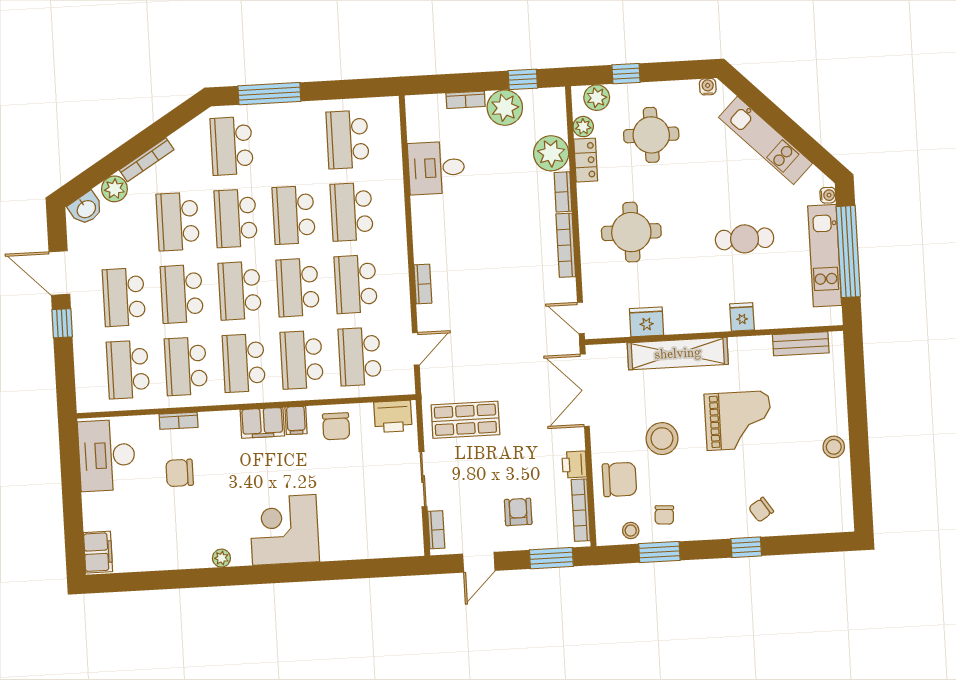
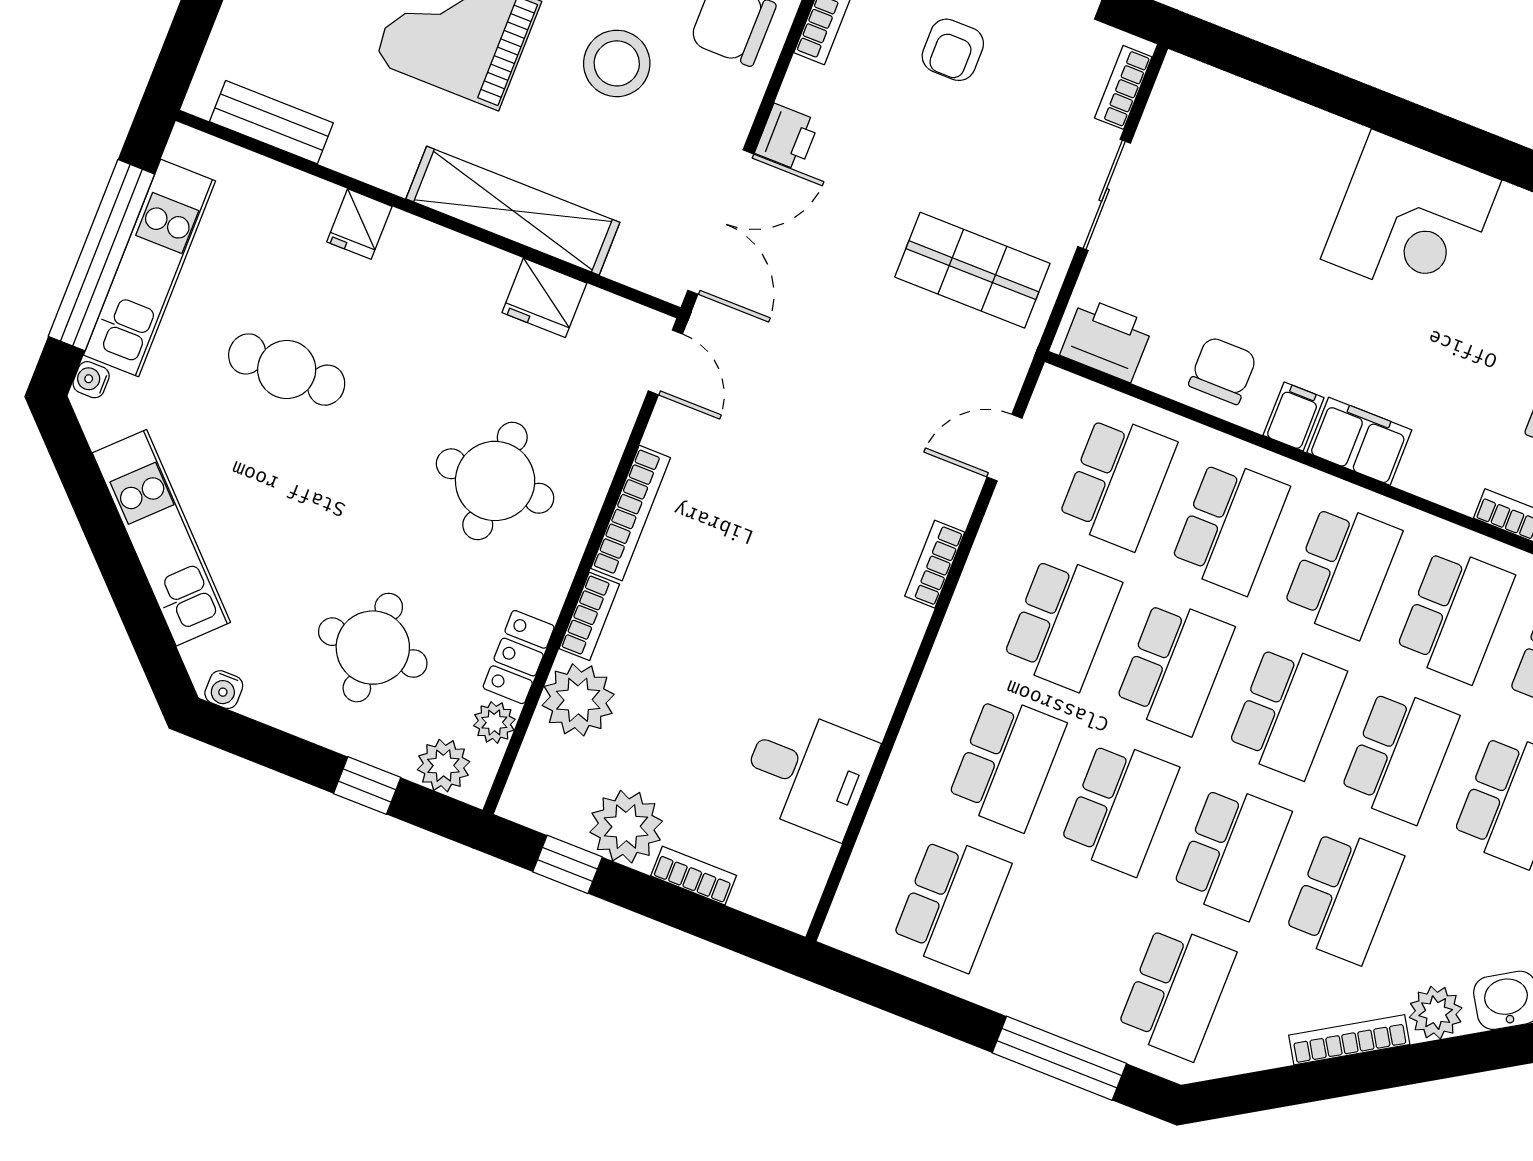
printer: (574, 465) -> (787, 137), moved

